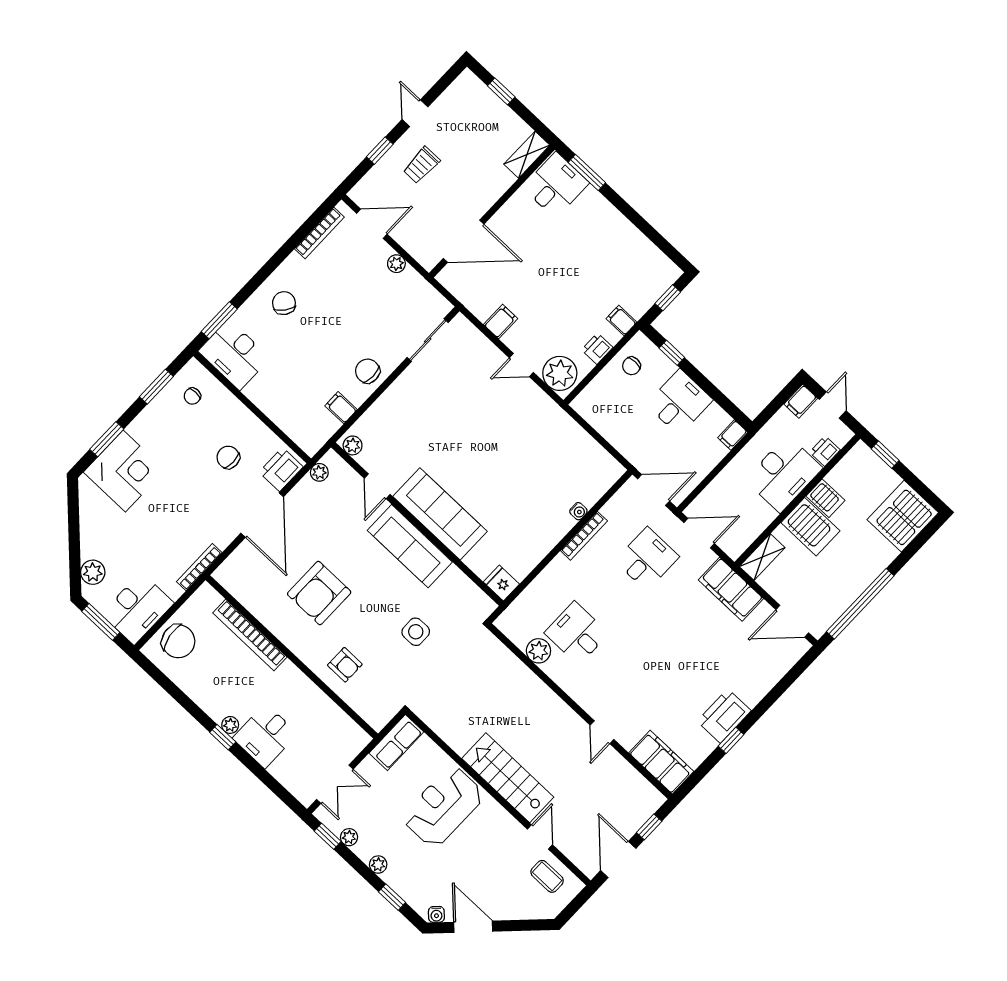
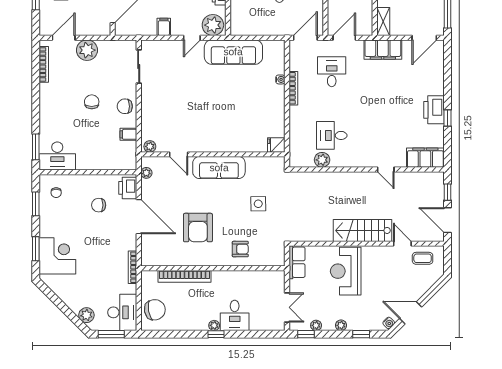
plant: (396, 264) -> (87, 50), width x1.87, depth x1.87
chair: (284, 303) -> (92, 102), moved, turned 53
sofa: (440, 514) -> (233, 52), moved, turned 180

